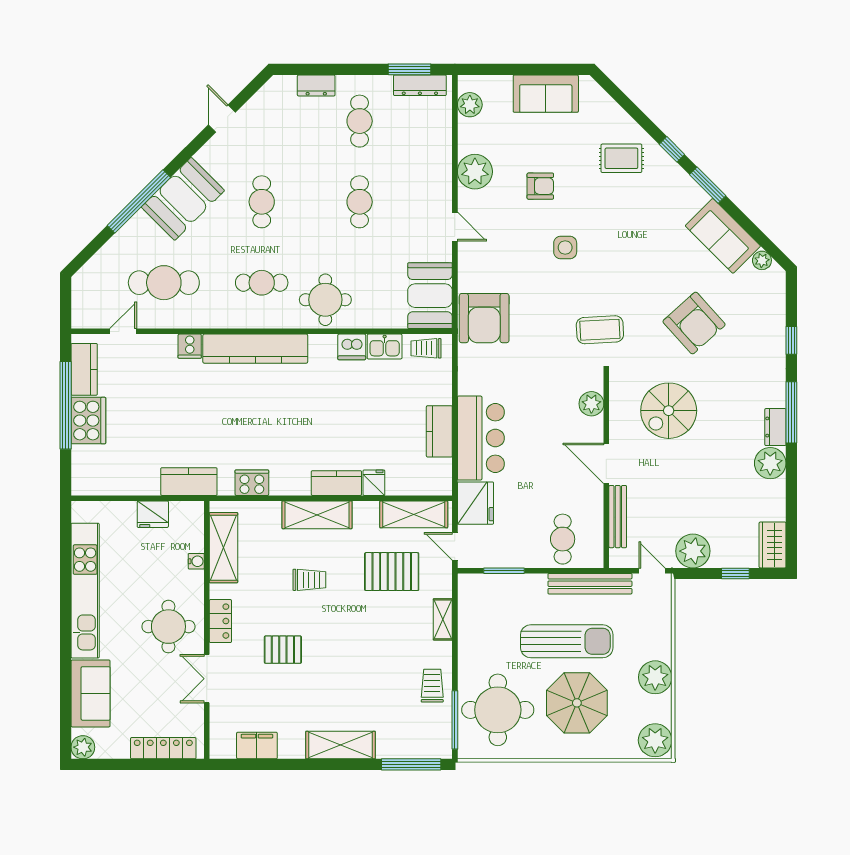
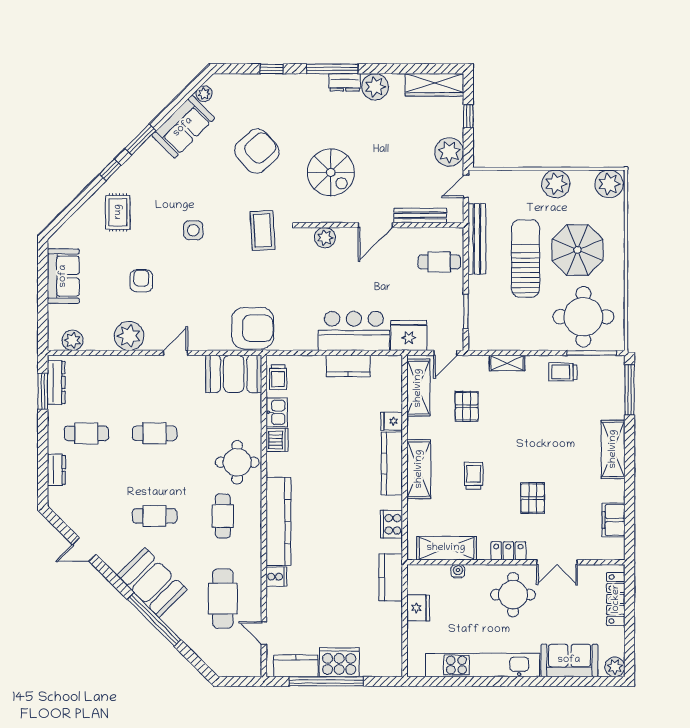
side table: (565, 247) -> (193, 230), moved
kitchen counter: (336, 483) -> (392, 463), width x1.50
wardrobe: (773, 545) -> (434, 85), width x1.50
pallet: (392, 572) -> (467, 406), width x0.67, depth x0.71

